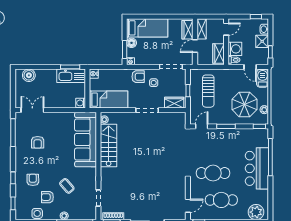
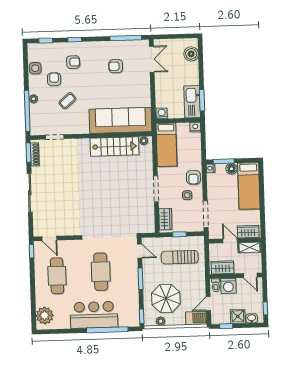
cafe table: (213, 173) -> (101, 272), moved

